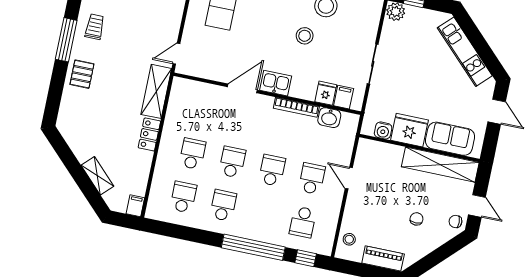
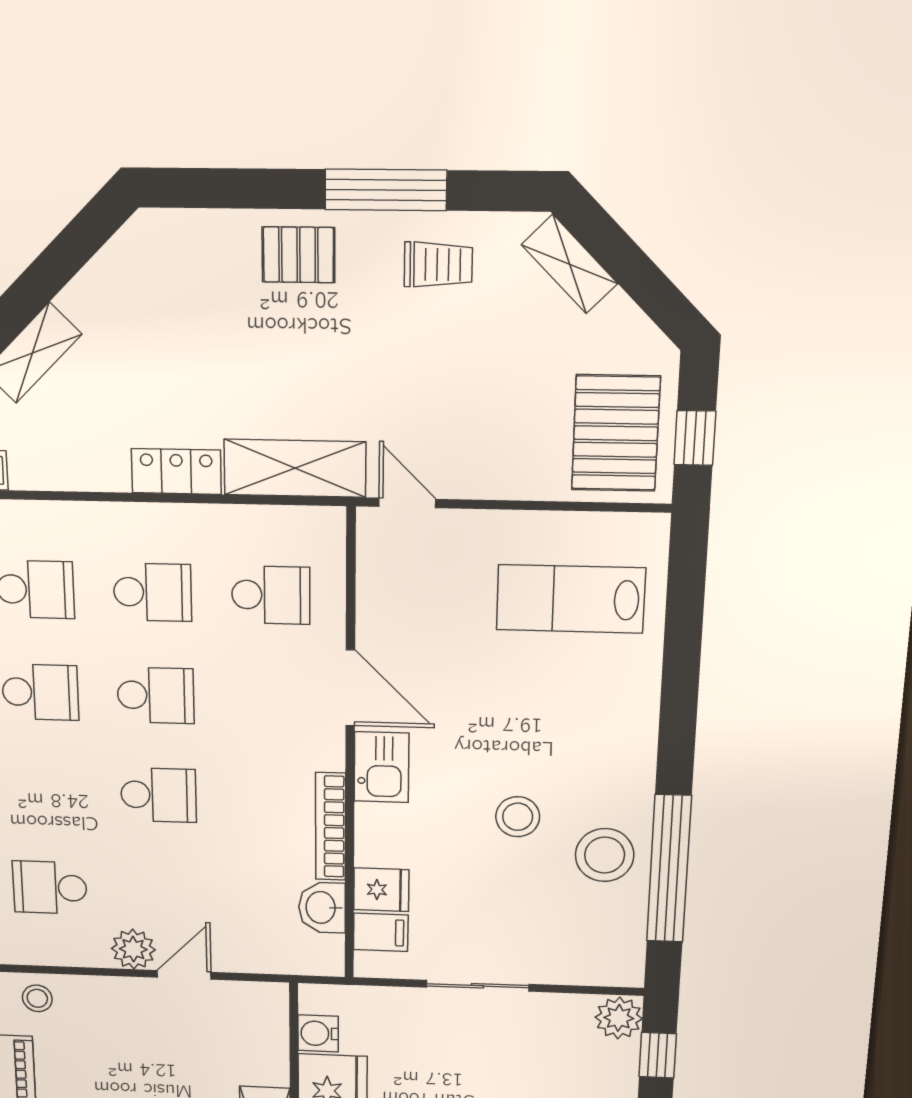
school desk: (312, 179) -> (271, 595), moved
plant: (334, 196) -> (133, 949), added

